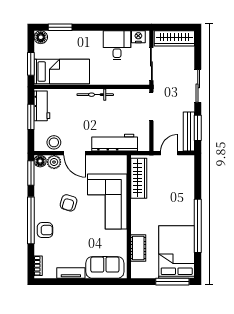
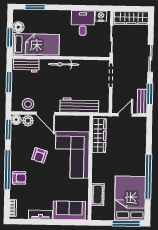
floor lamp: (41, 37) -> (18, 27), moved
workbench: (42, 106) -> (26, 65), moved, turned 90
bench: (189, 132) -> (142, 101), width x0.73

